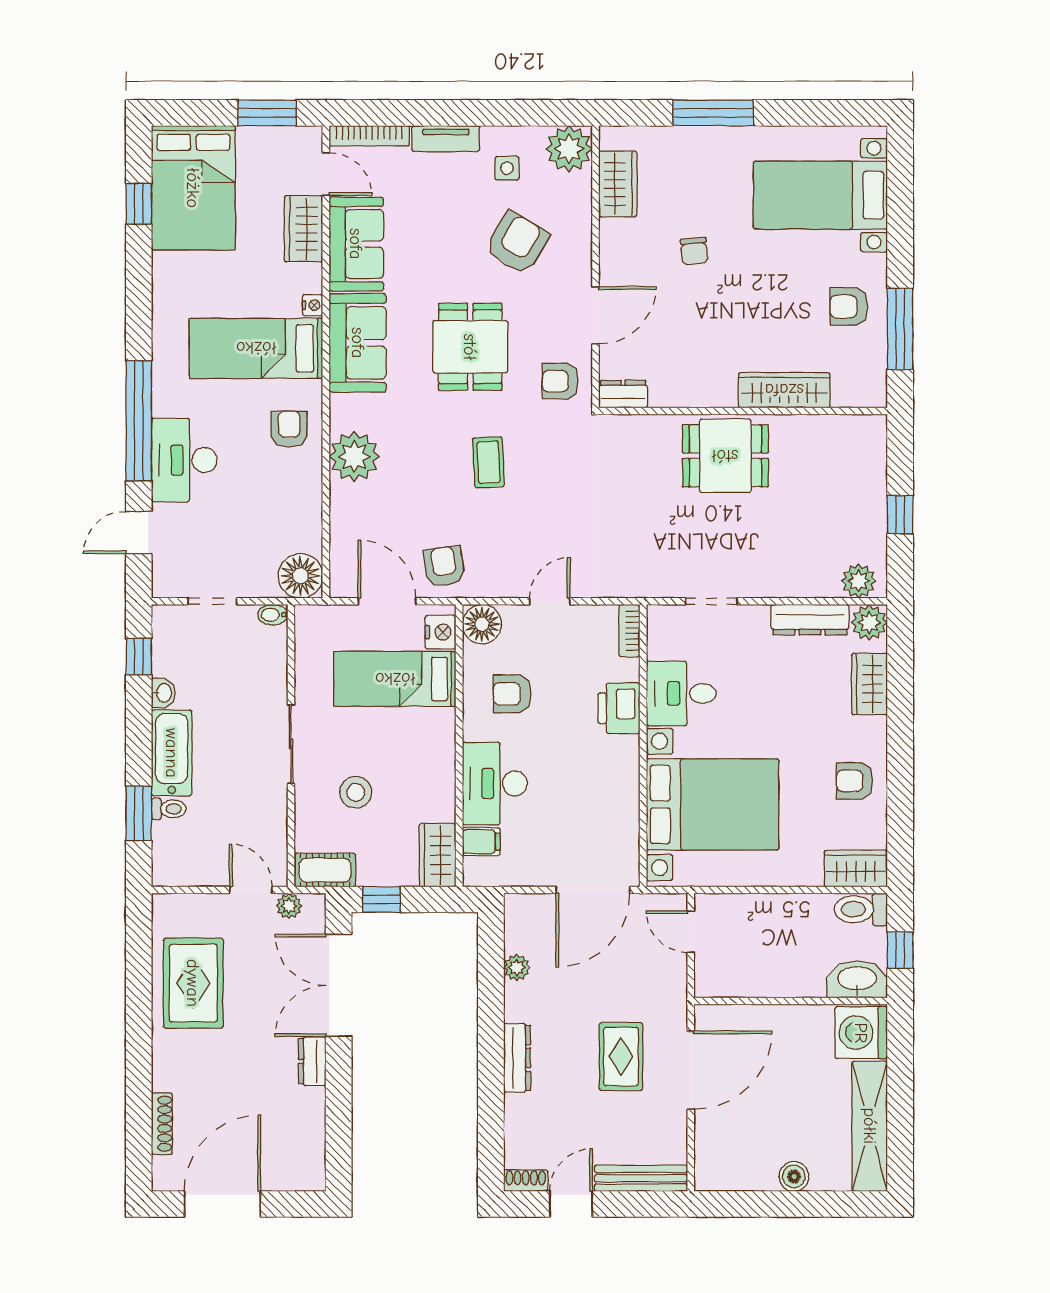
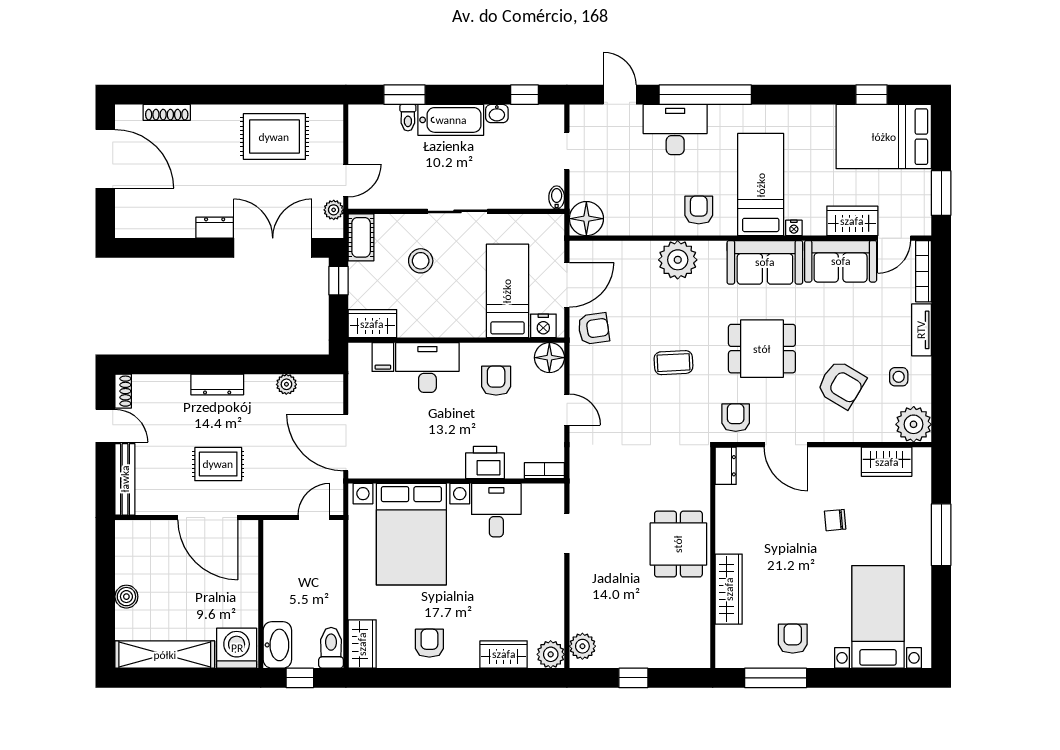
armchair: (289, 429) -> (699, 210), turned -90
dresser: (810, 620) -> (553, 609), removed

